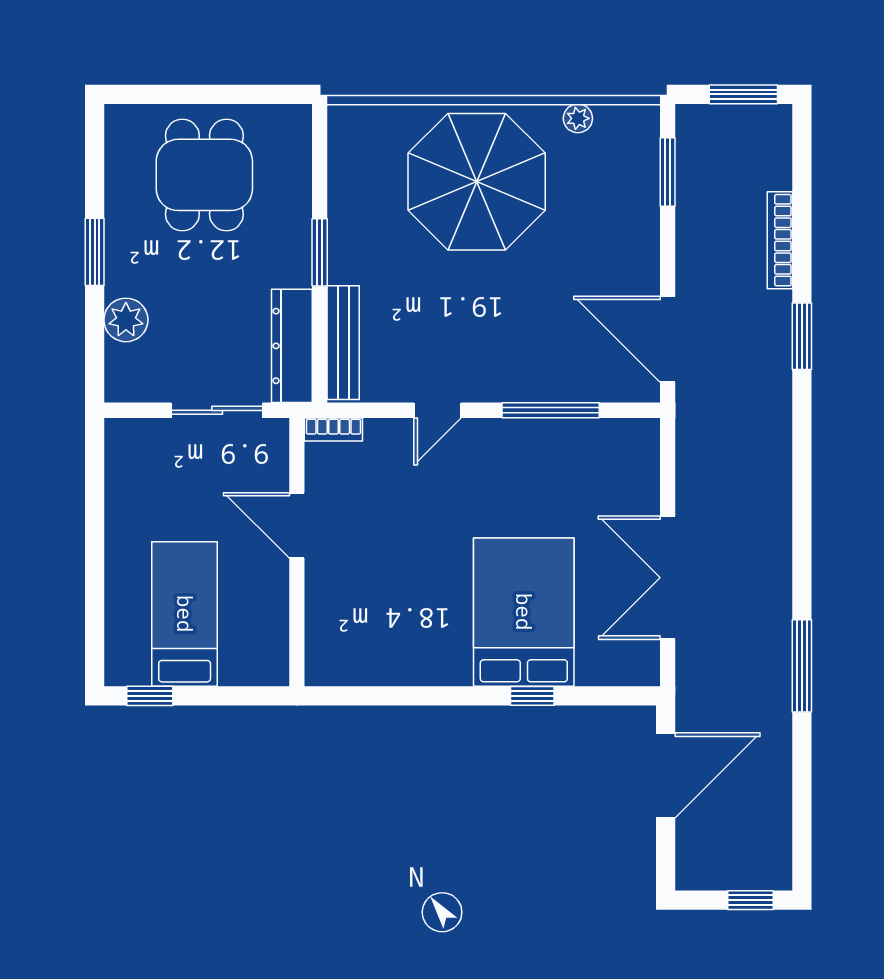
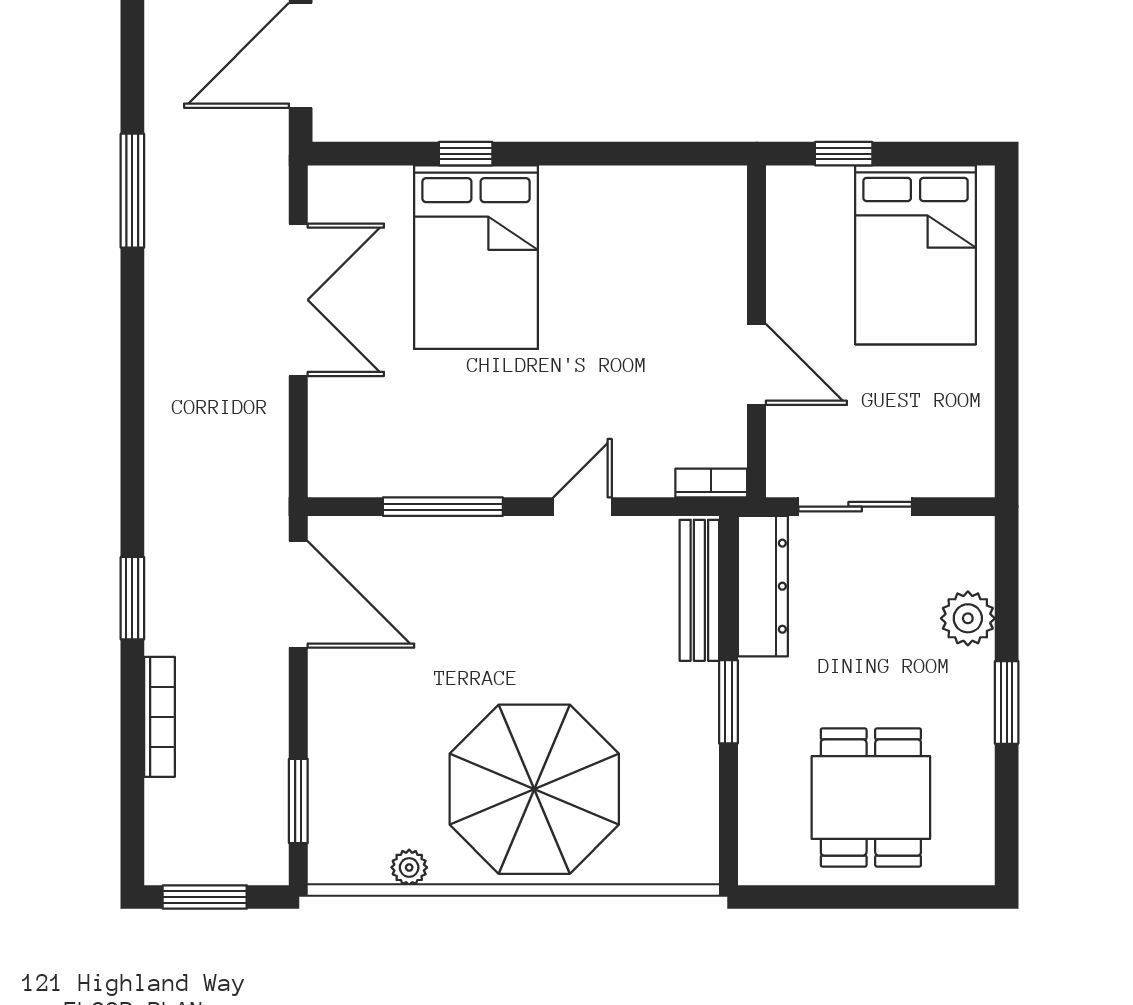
bed: (185, 614) -> (916, 255), width x1.50
window: (150, 696) -> (844, 154), moved

